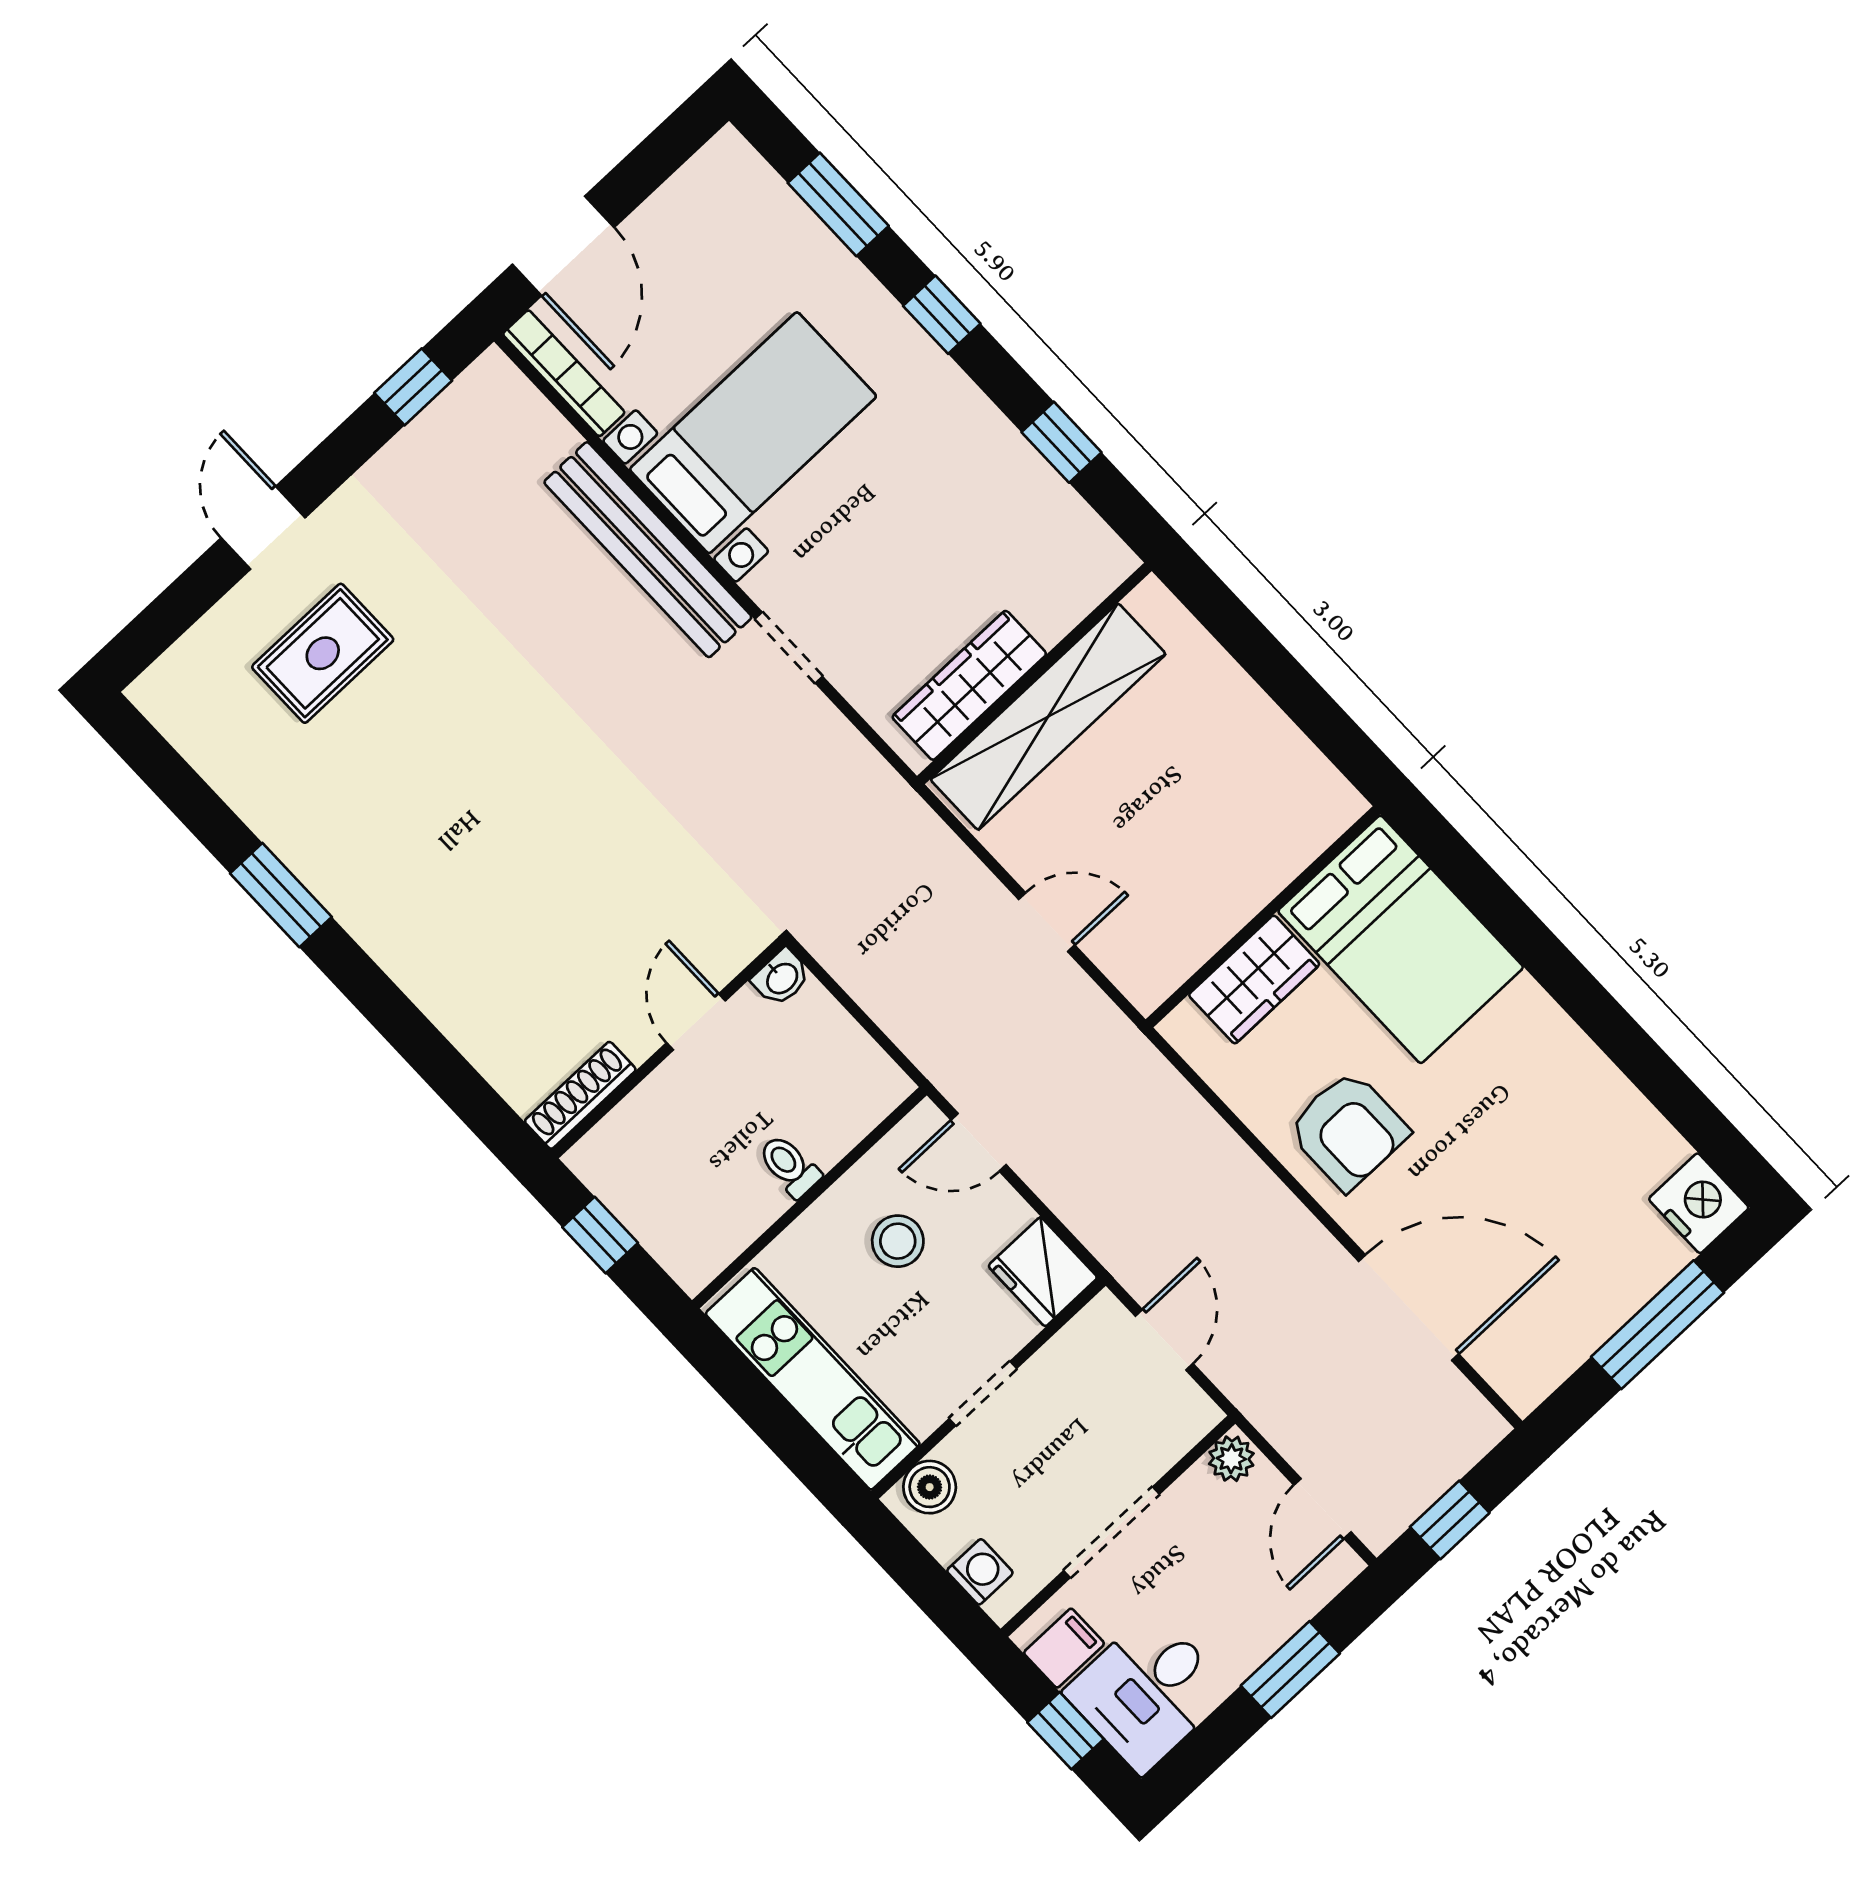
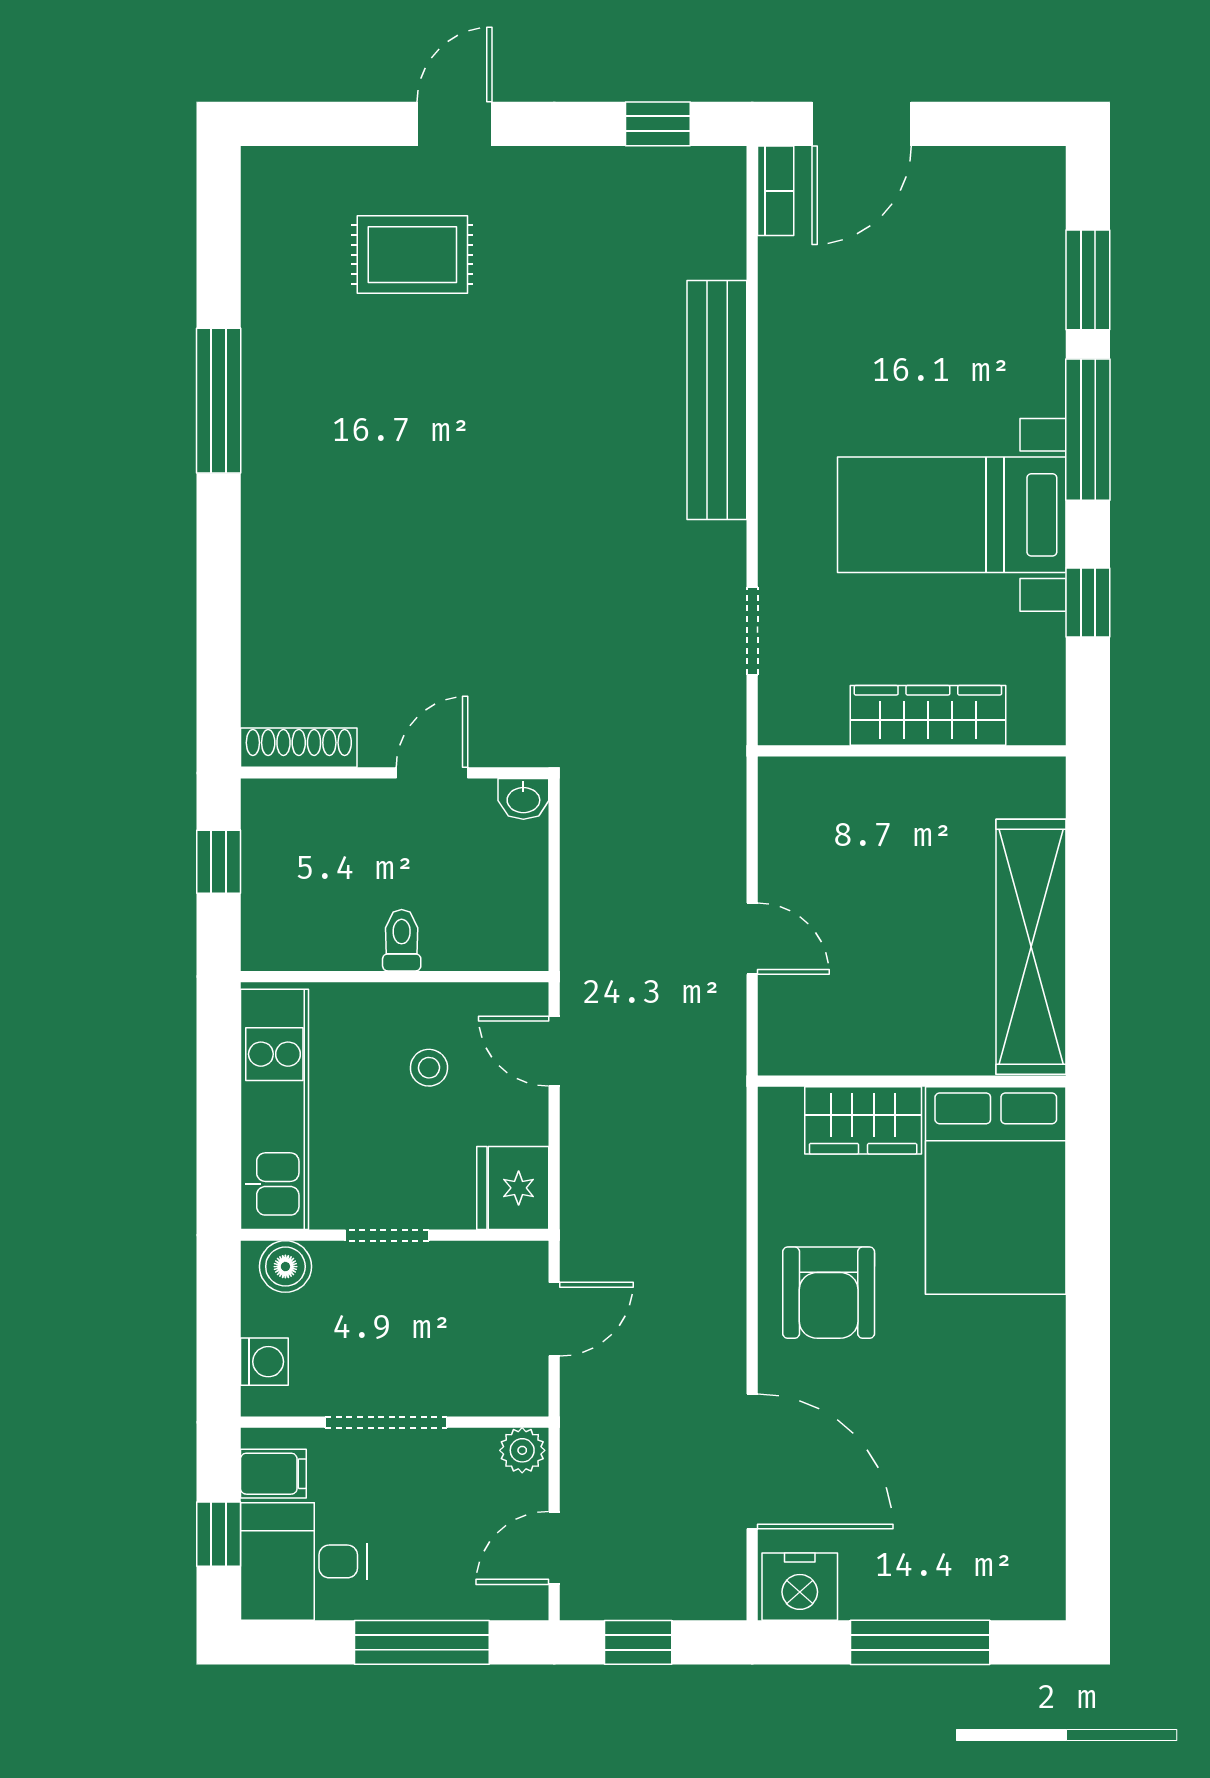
window: (942, 315) -> (1088, 430), width x2.17
bookcase: (564, 373) -> (776, 191), width x0.64
bed with nightstands: (753, 433) -> (952, 515), moved, turned 180
doorway: (789, 648) -> (752, 631), moved
wardrobe: (969, 685) -> (928, 715), moved
shelving: (1048, 717) -> (1031, 947), moved, turned 90
window: (281, 895) -> (219, 401), width x1.44
nightstand: (1699, 1203) -> (800, 1587), moved, turned 90
stool: (898, 1241) -> (429, 1068), width x0.73, depth x0.73
window: (1290, 1670) -> (422, 1642), width x1.44

